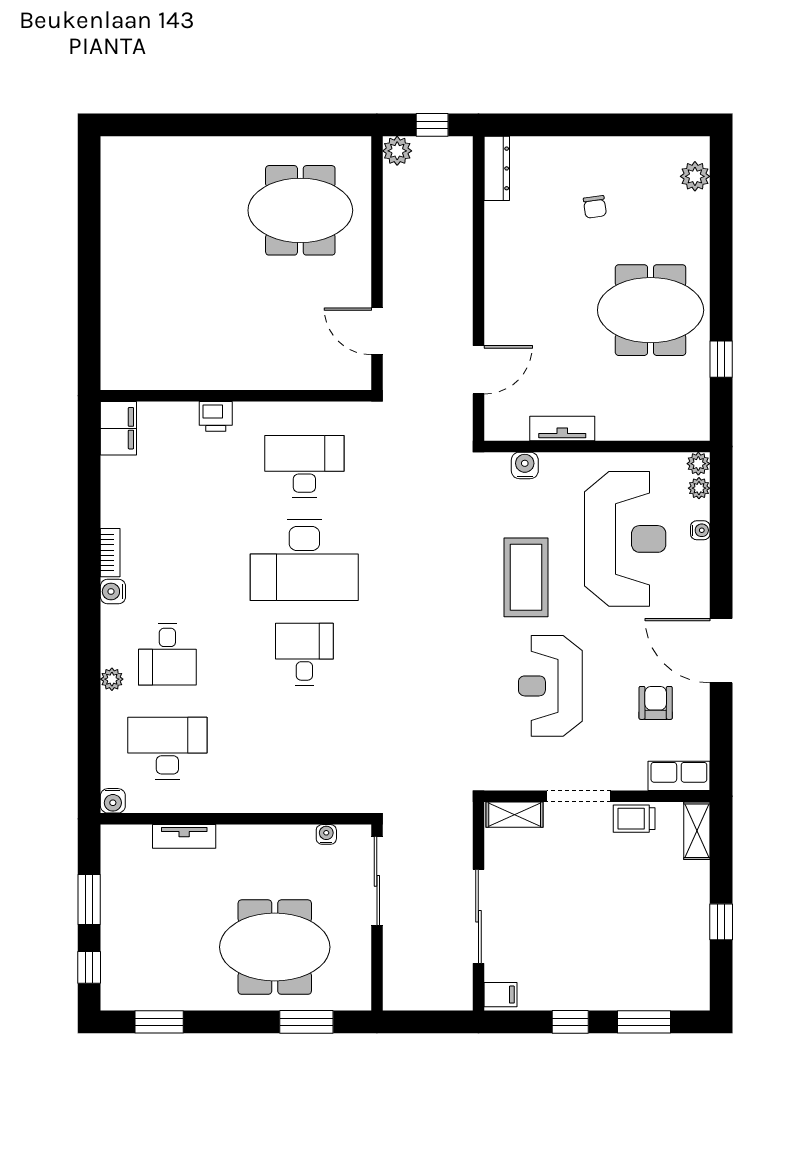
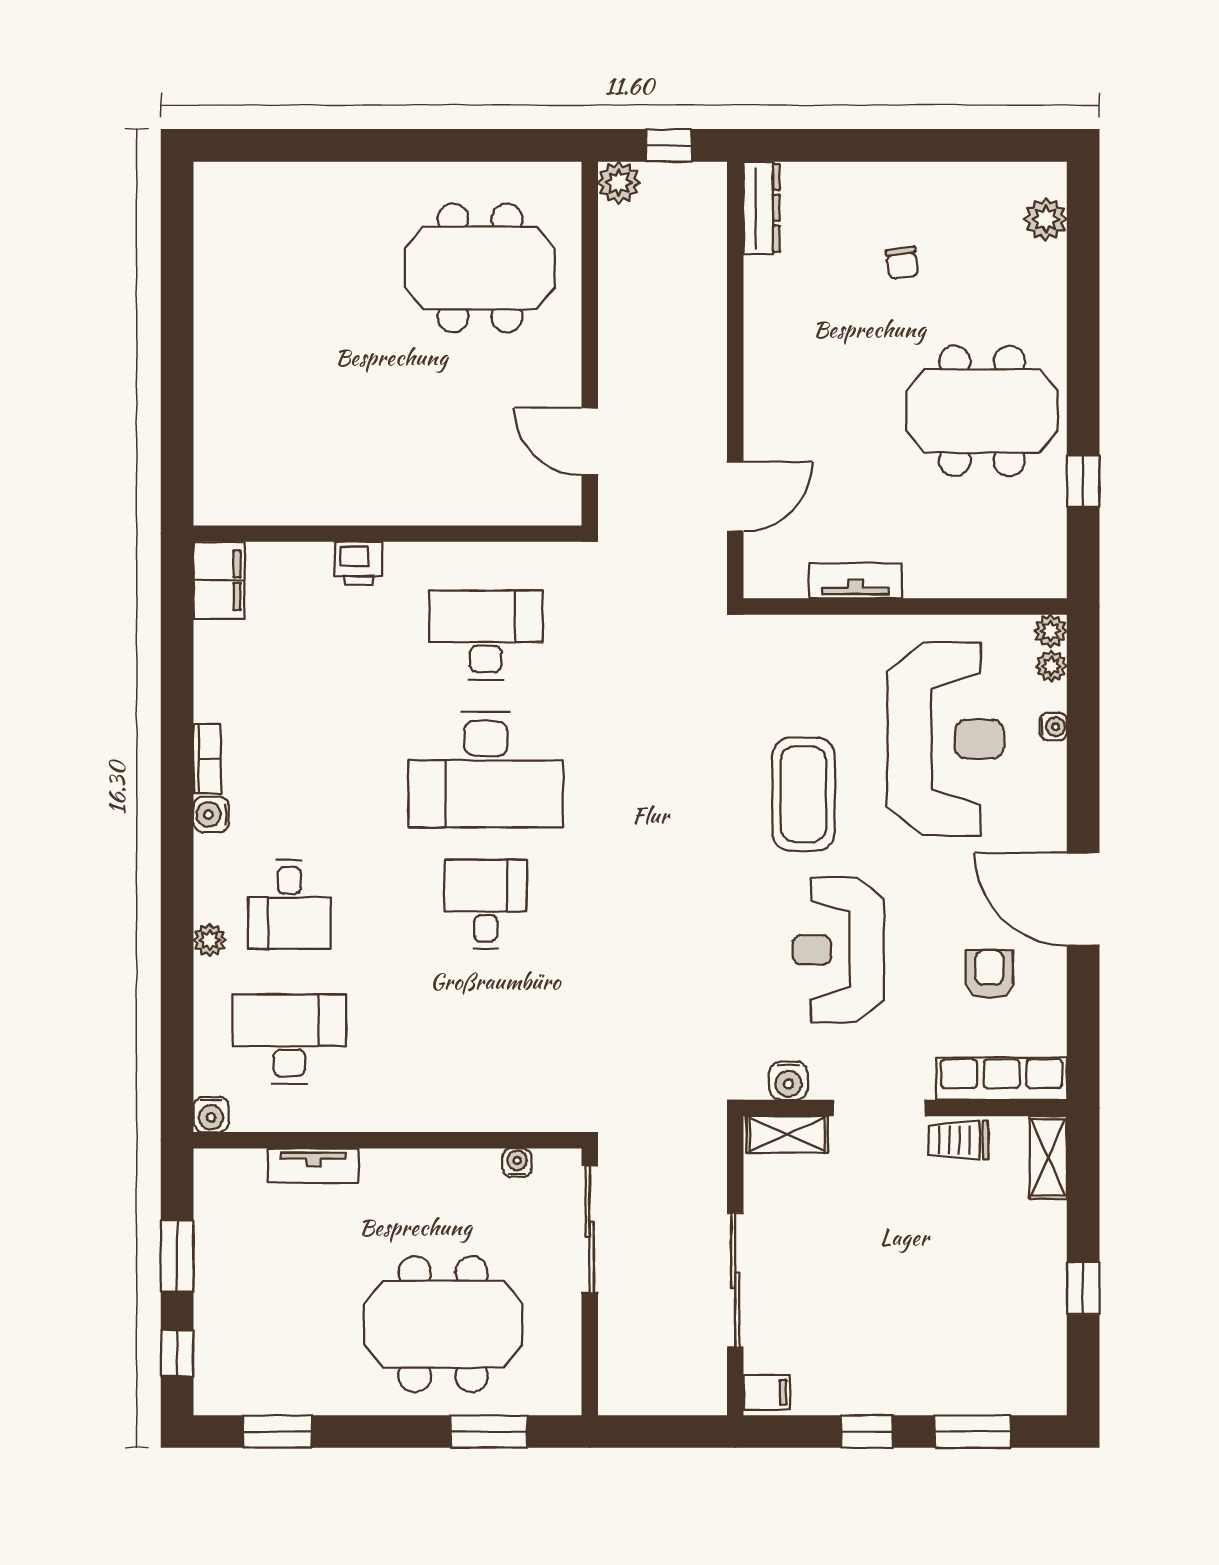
water cooler: (525, 465) -> (788, 1081), moved, turned 180
row of seats: (679, 776) -> (1002, 1079), width x1.48

